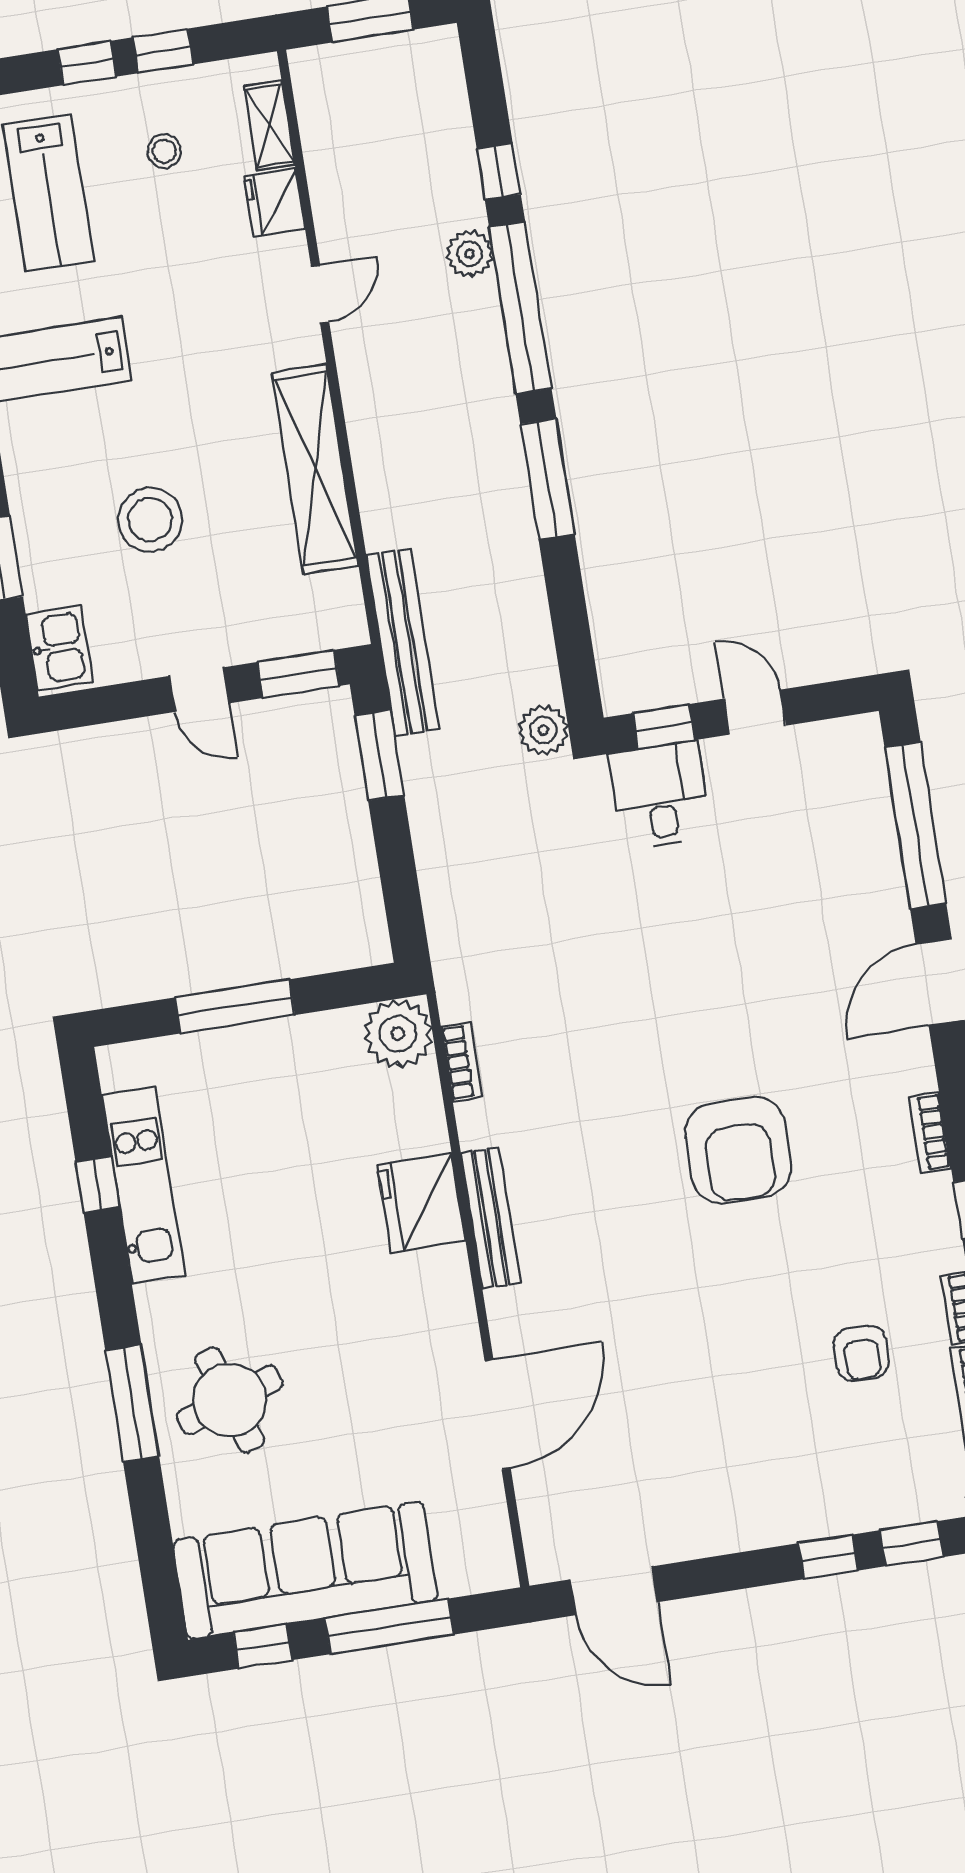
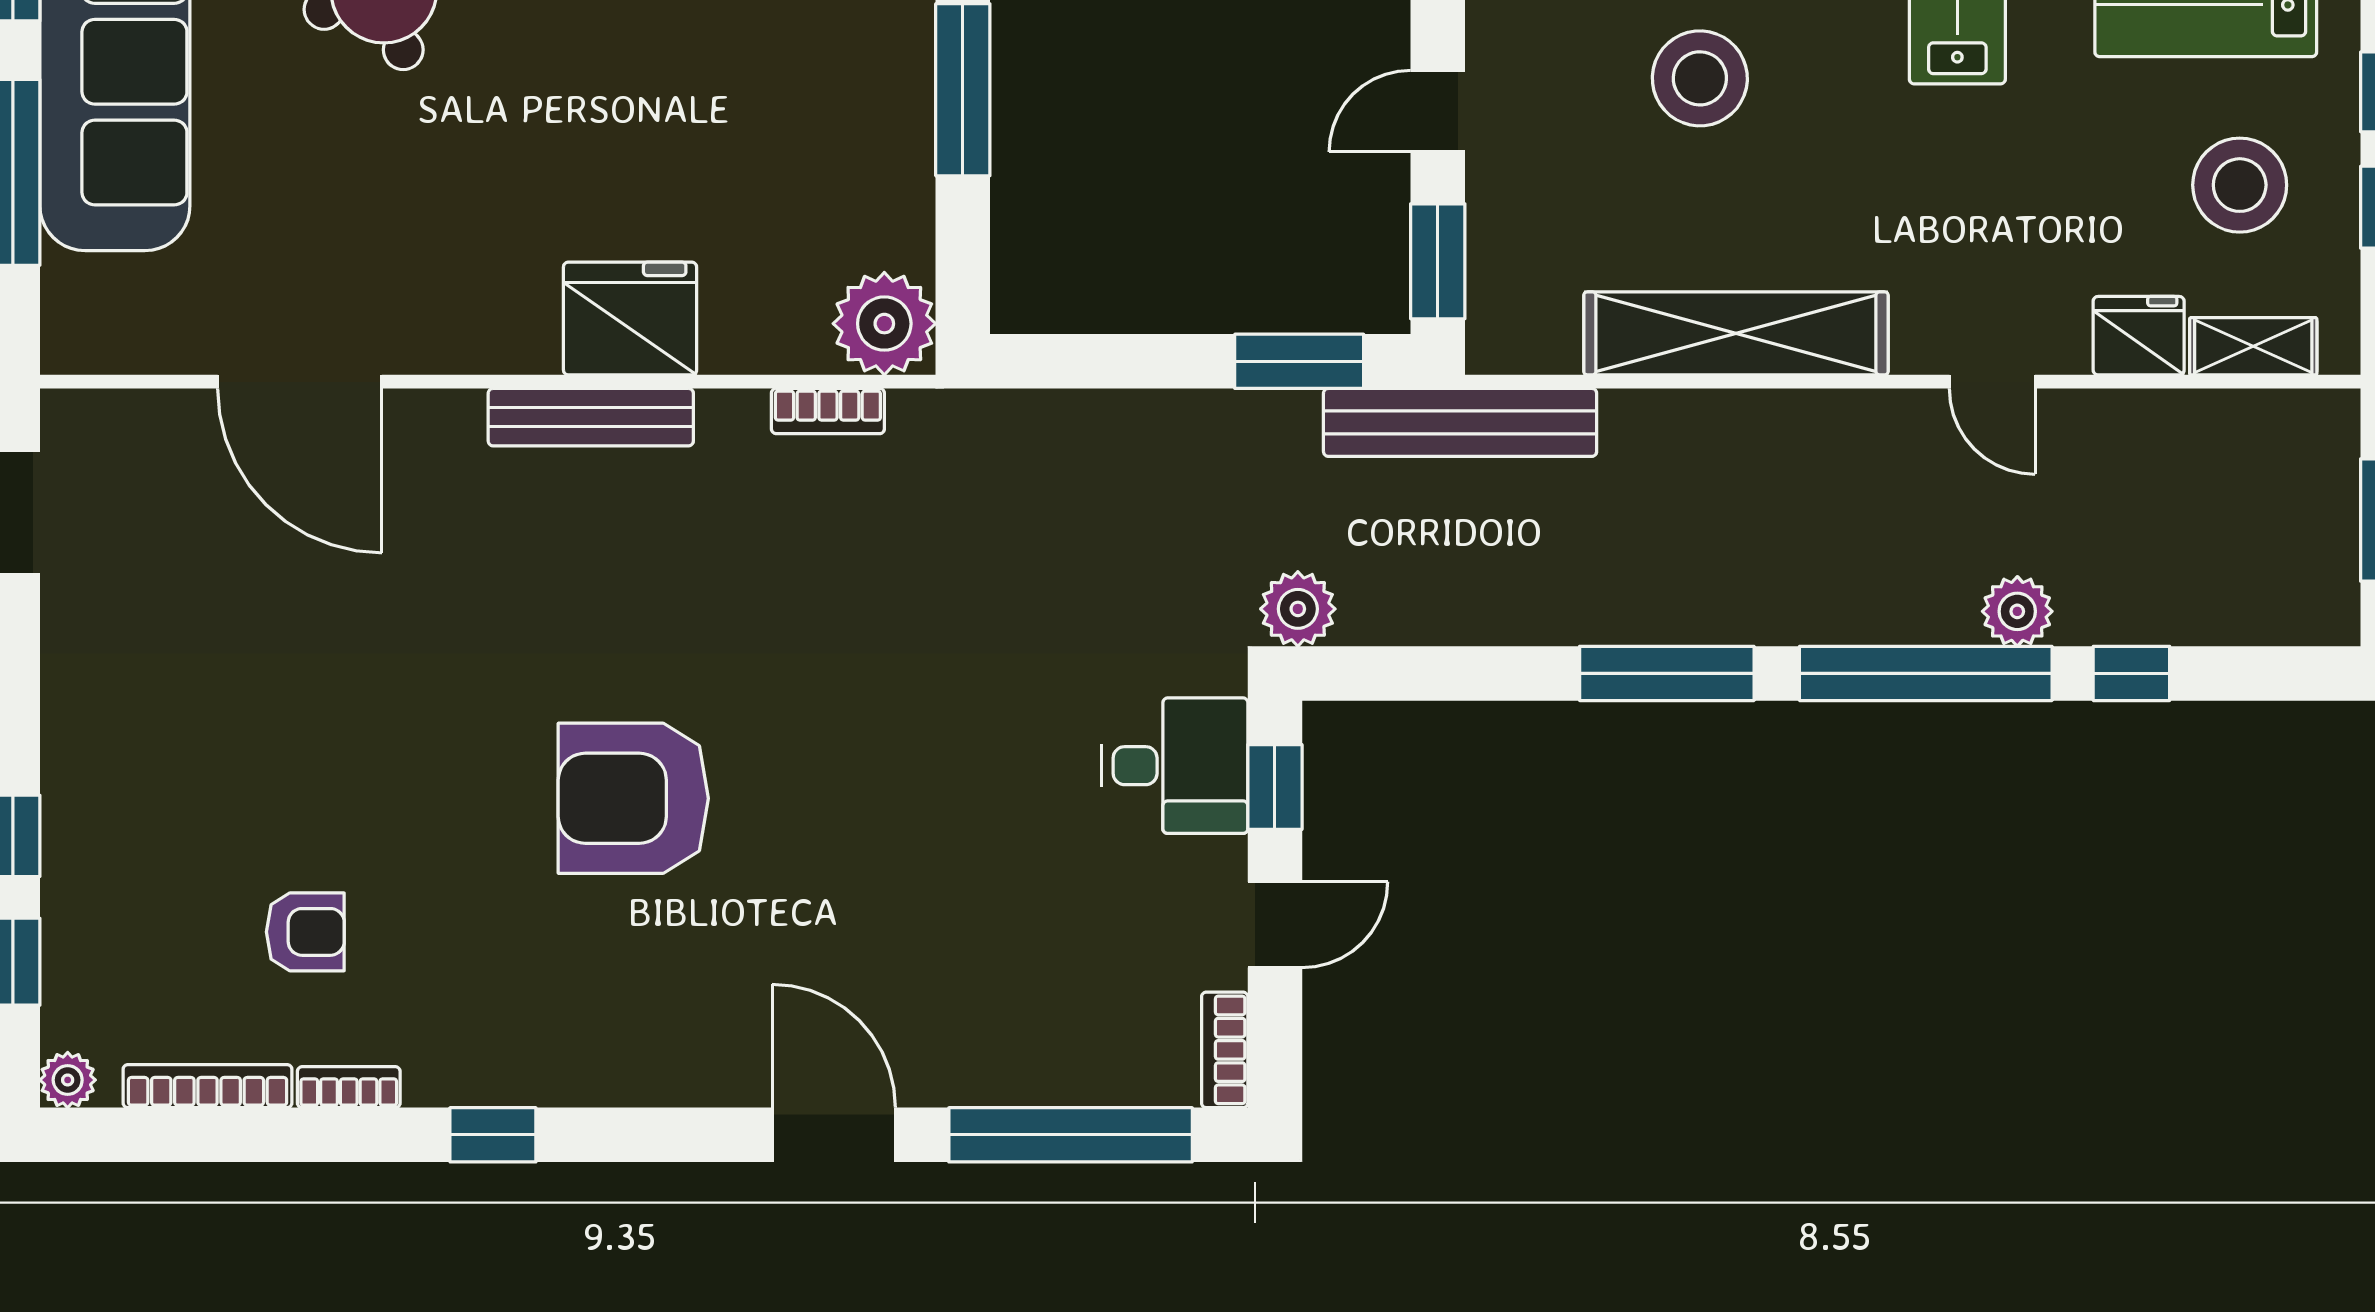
stool: (164, 151) -> (2240, 185), width x1.89, depth x1.89
bookcase: (930, 1133) -> (1225, 1050), moved, turned -90
armchair: (861, 1353) -> (305, 932), turned 180

